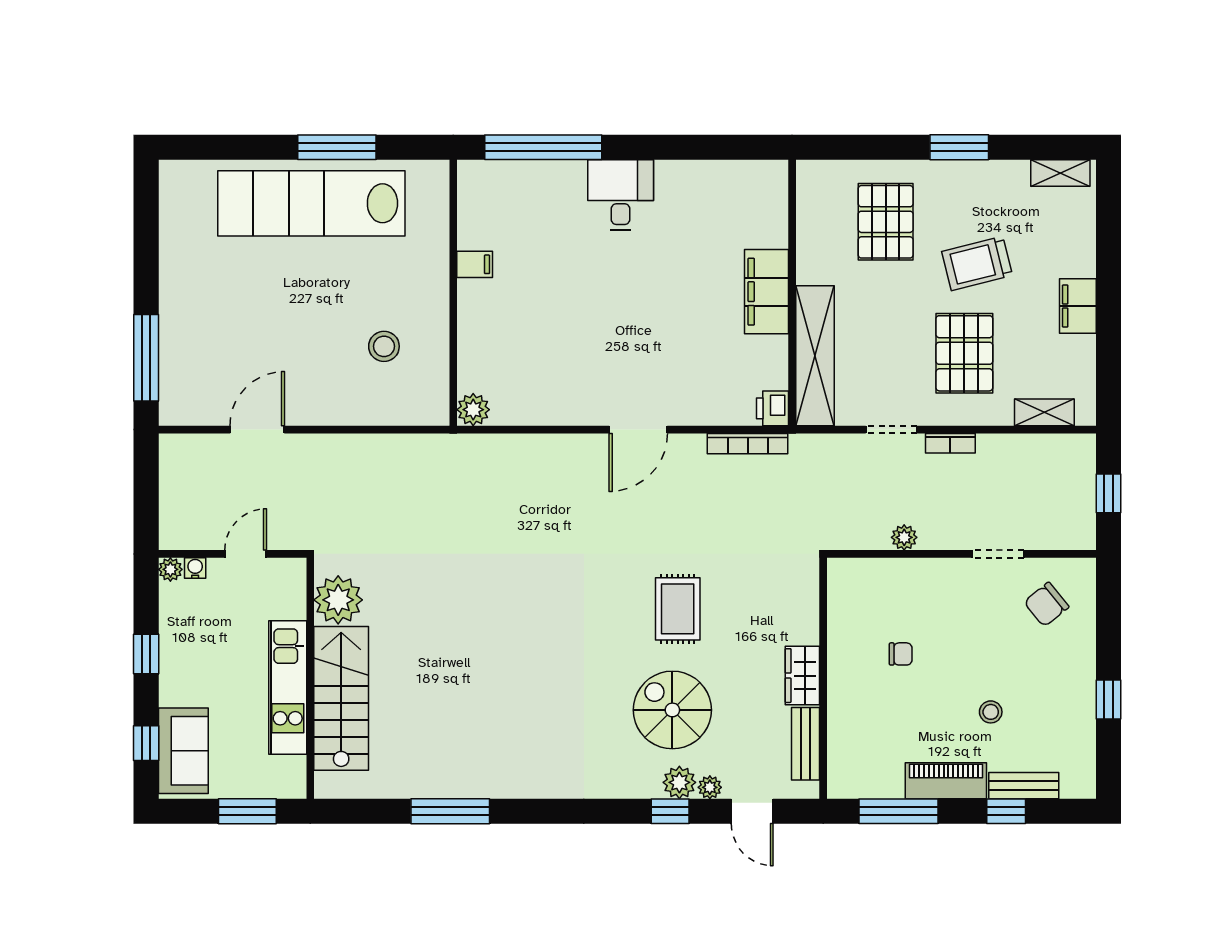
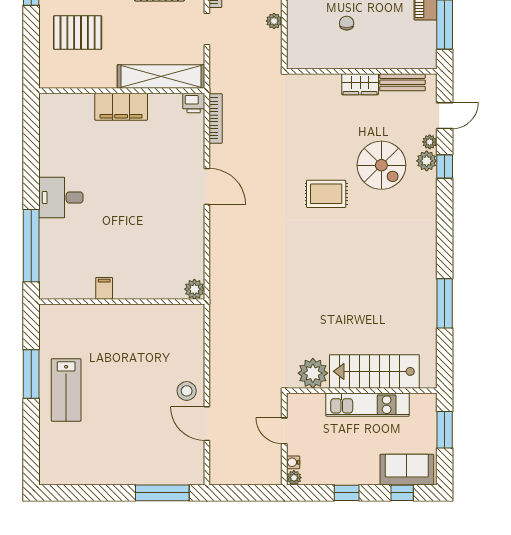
lab bench: (311, 203) -> (66, 390), width x0.54, depth x0.72
stool: (384, 346) -> (187, 391), moved
rug: (678, 609) -> (326, 194), moved
spiral stairs: (672, 710) -> (381, 165), turned -90

